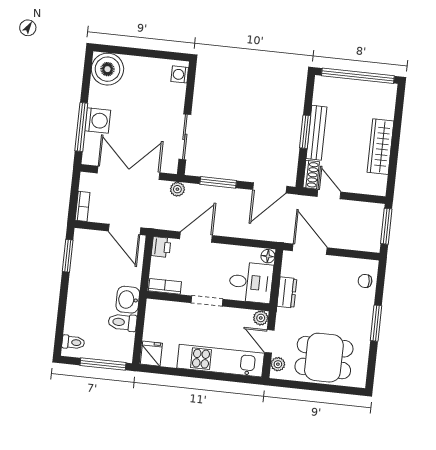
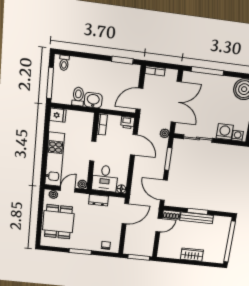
washing machine: (98, 120) -> (225, 132), moved, turned 180
wardrobe: (380, 147) -> (192, 255), width x0.67

